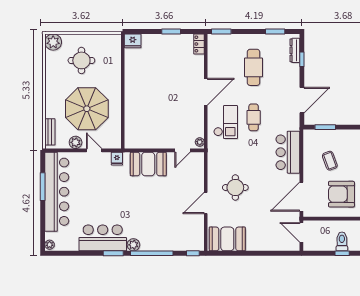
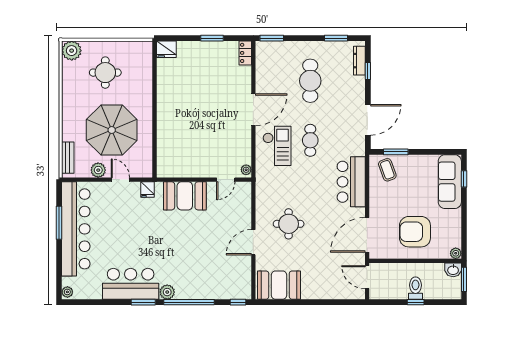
coffee table: (330, 161) -> (387, 170), moved

